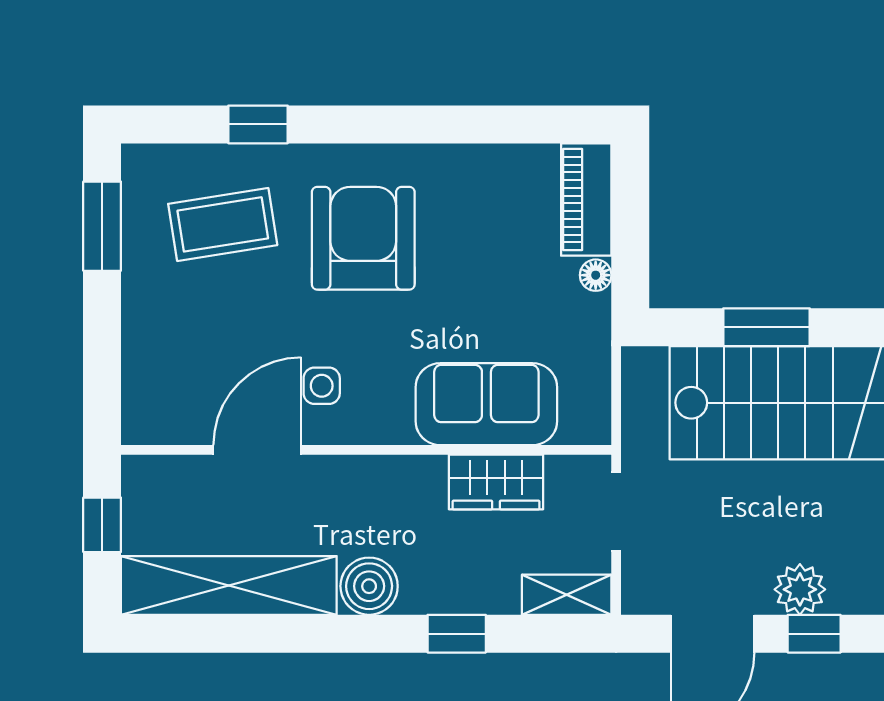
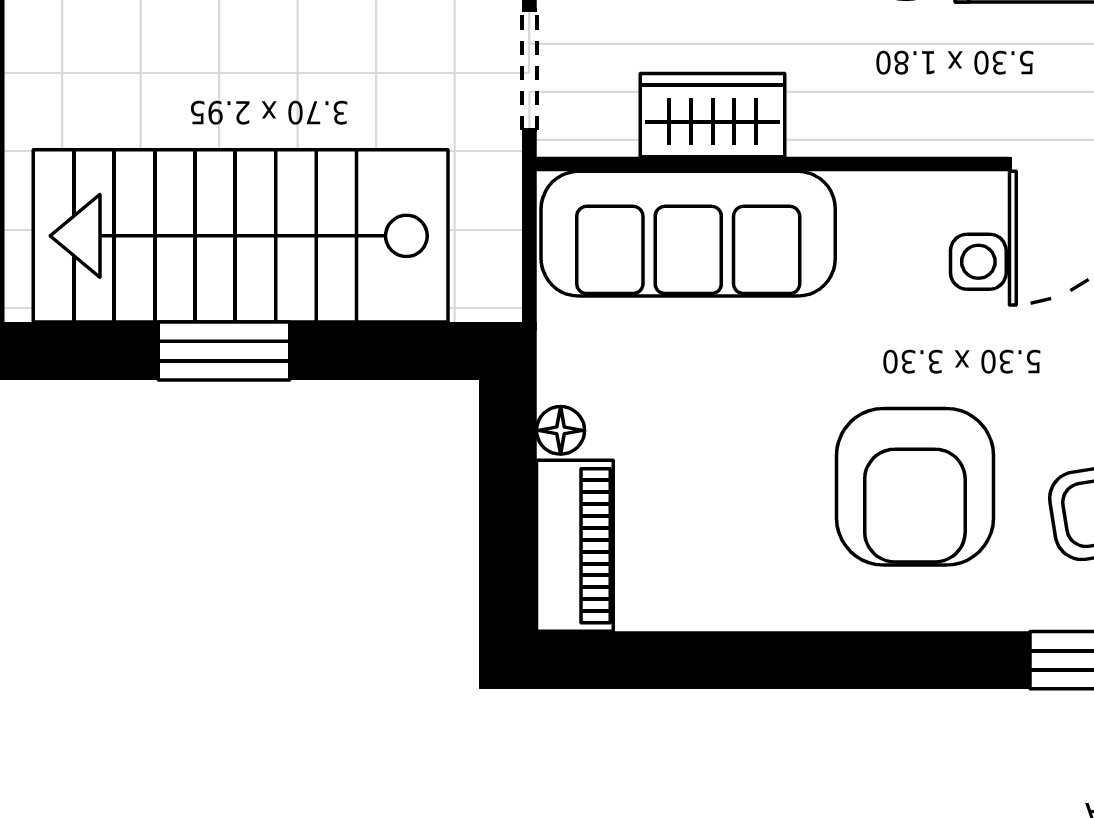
window: (766, 327) -> (224, 351), moved
sofa: (486, 404) -> (688, 234), width x1.36

